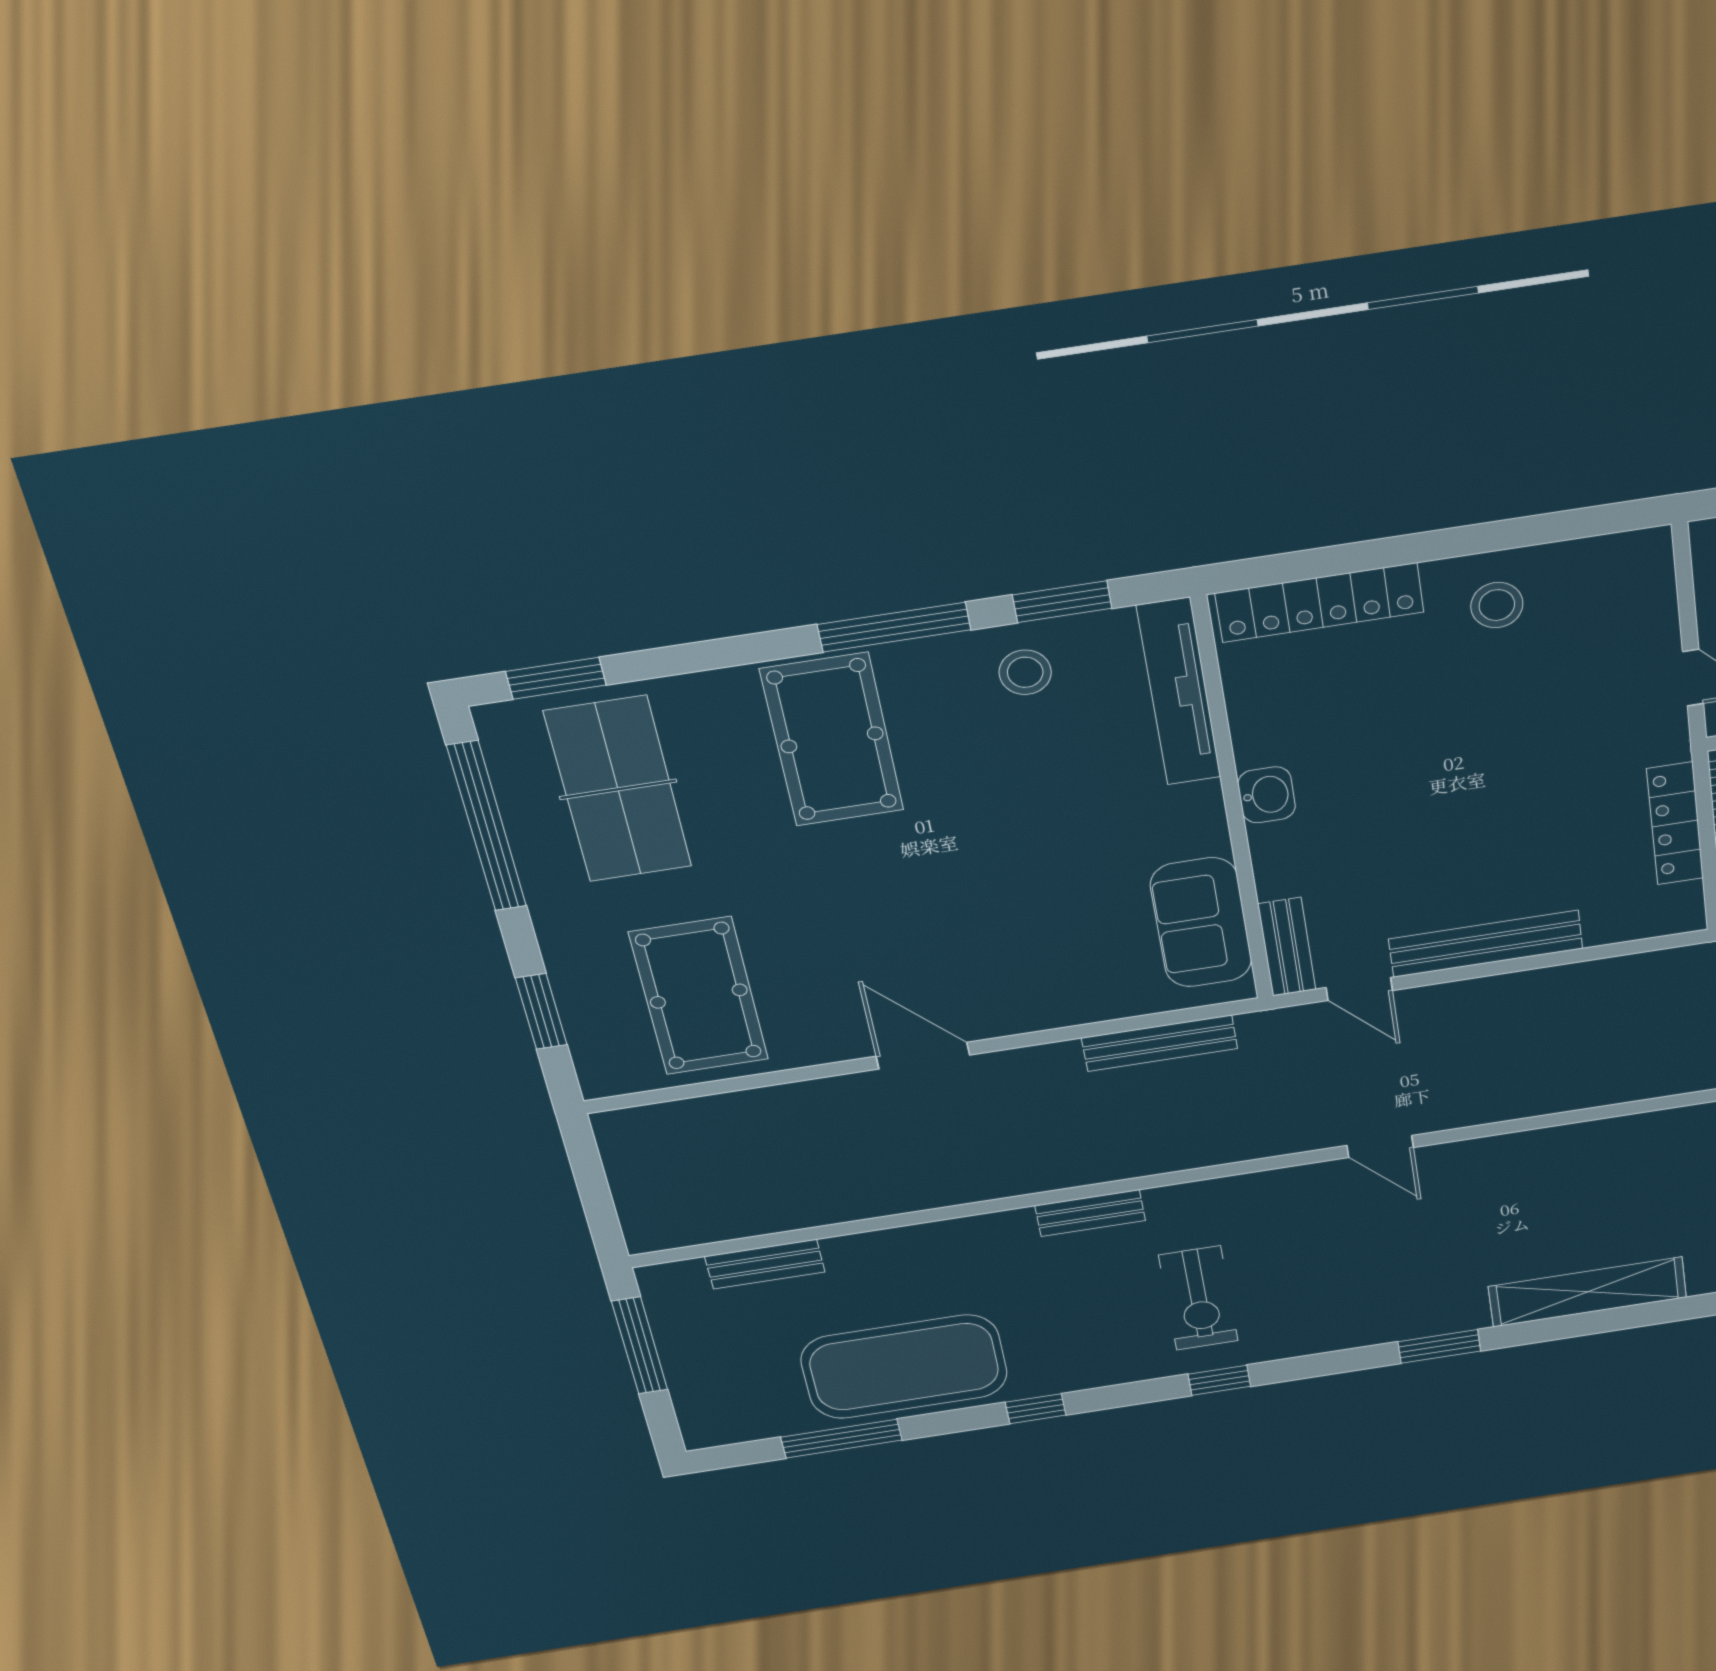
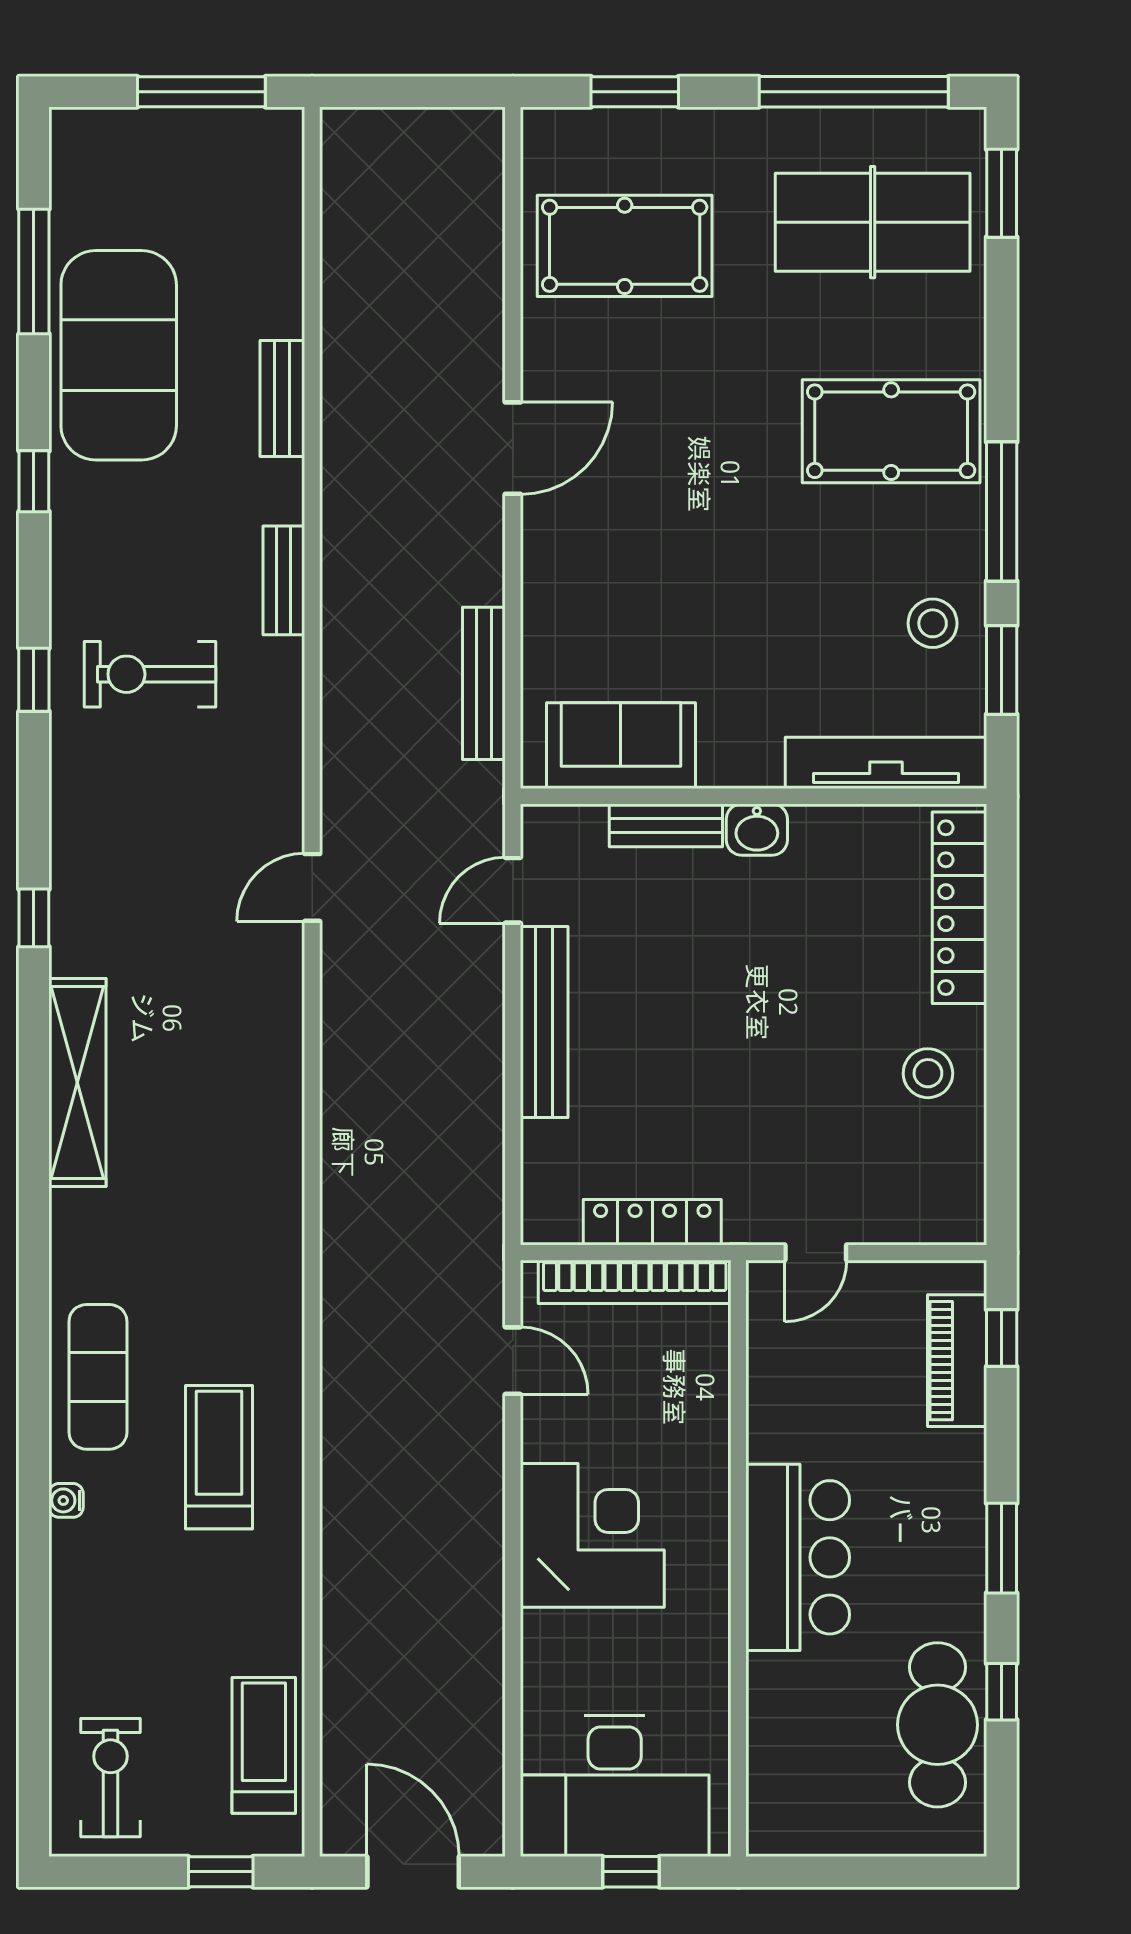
bench: (1287, 947) -> (666, 825), moved
bench: (765, 1264) -> (282, 399), moved
window: (1439, 1346) -> (34, 918), width x0.67

